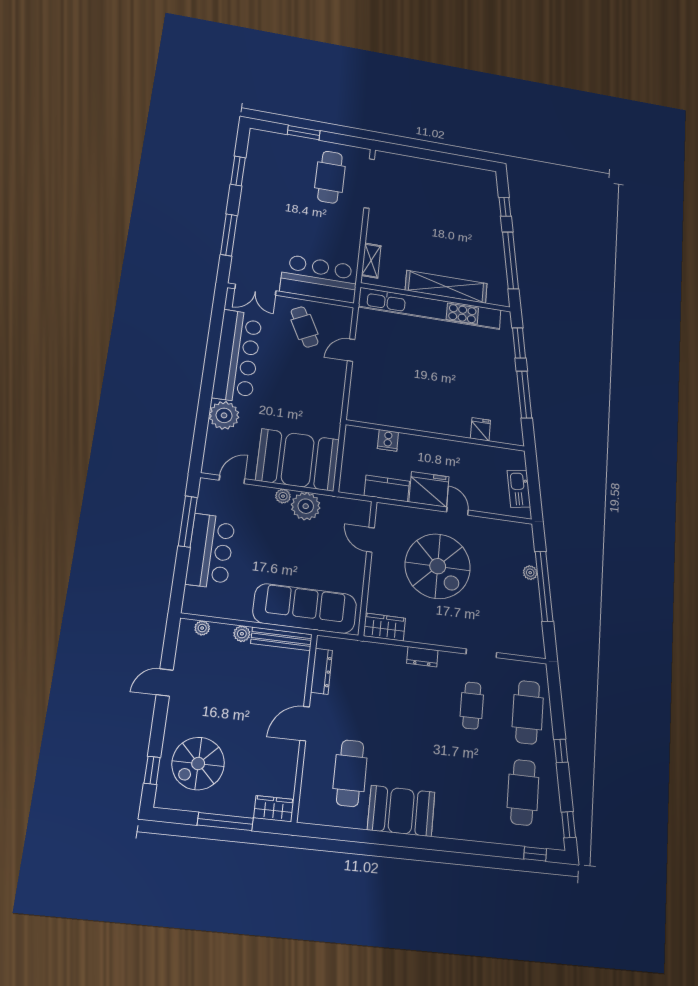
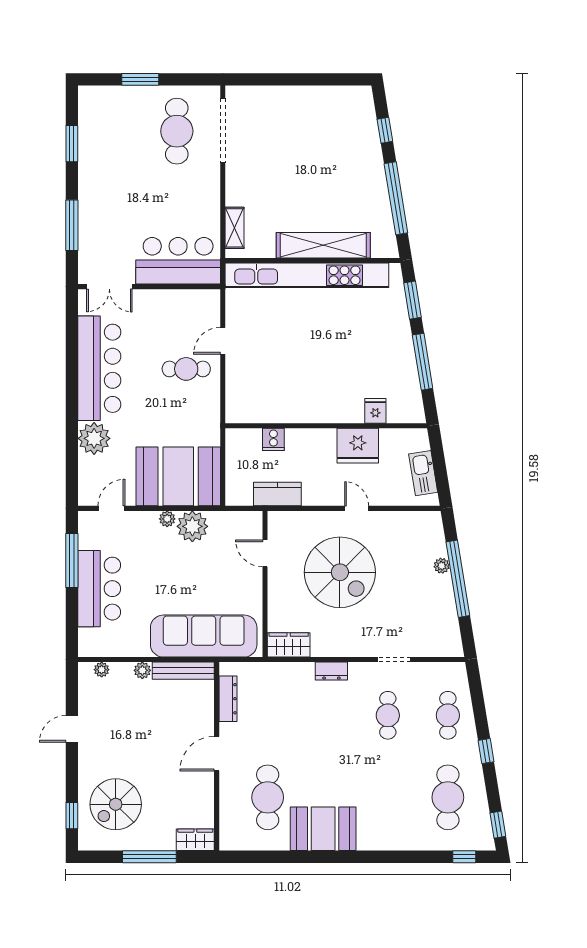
cafe table: (305, 327) -> (186, 369), moved, turned -63
fridge: (429, 489) -> (358, 446), moved, turned 180
cafe table: (528, 712) -> (448, 715), width x0.73, depth x0.74

